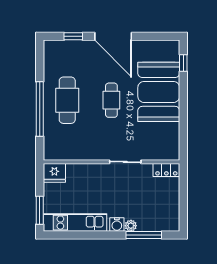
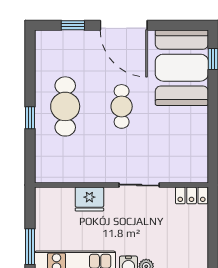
booth: (159, 92) -> (182, 68), moved
window: (40, 109) -> (30, 118), width x0.32
fridge: (54, 173) -> (89, 199), moved

